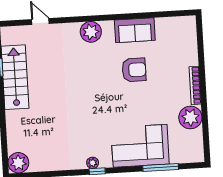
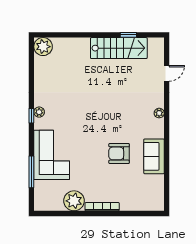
plant: (91, 32) -> (159, 113), width x0.53, depth x0.53
armchair: (134, 70) -> (119, 153), turned 90

